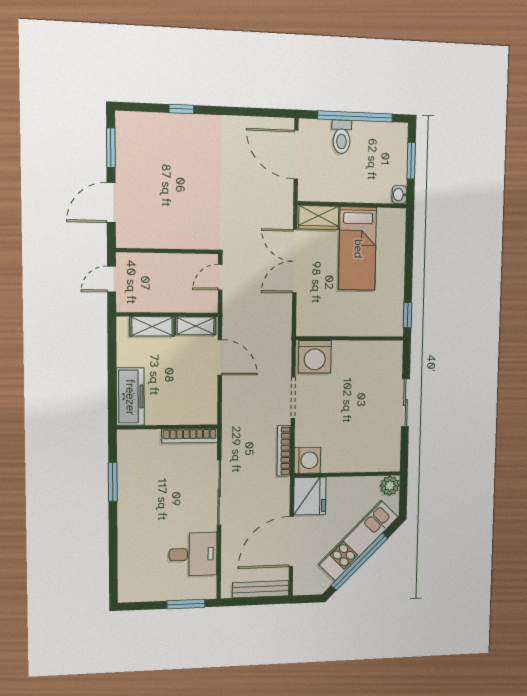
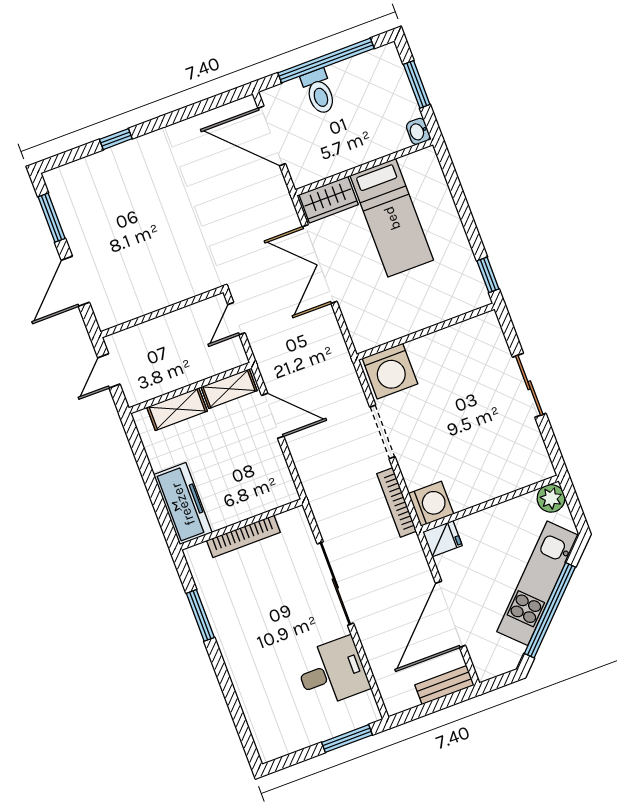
bookcase: (190, 436) -> (243, 536), moved
fridge: (310, 496) -> (442, 539), width x0.53, depth x0.75
bench: (261, 589) -> (444, 685), width x0.73

